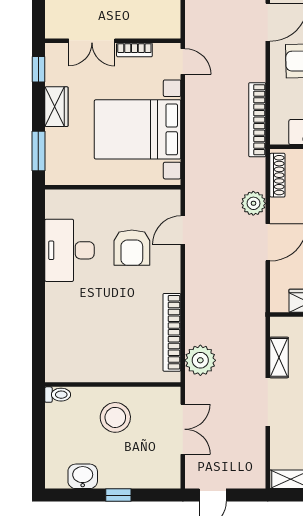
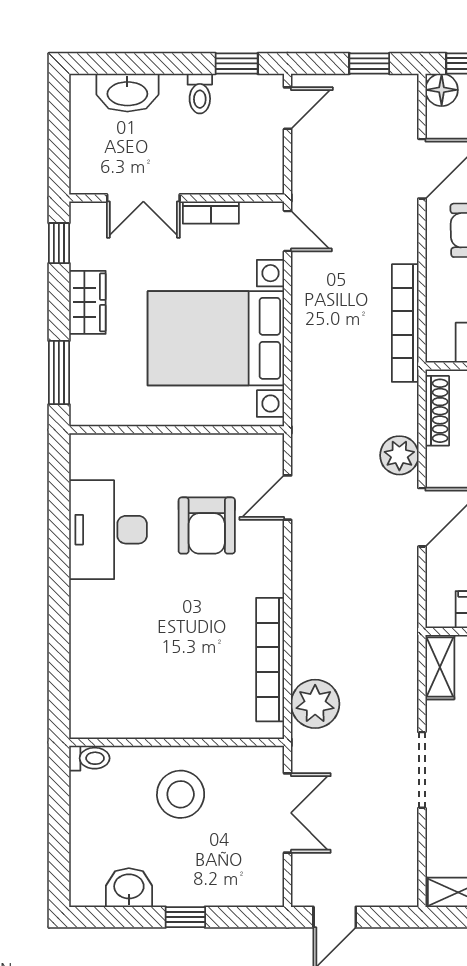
shelving: (279, 357) -> (440, 667), moved

